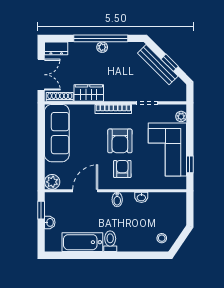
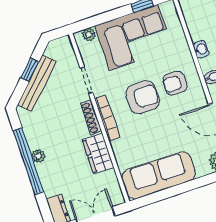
shoe rack: (60, 97) -> (91, 117), moved

